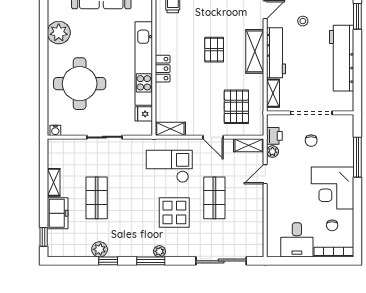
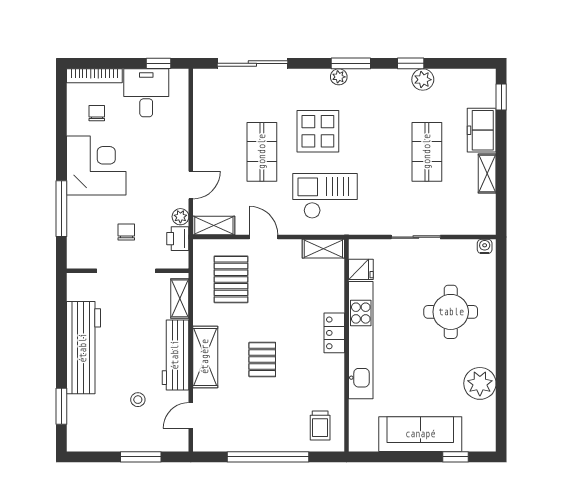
round table: (80, 84) -> (451, 312), width x0.73, depth x0.73
checkout: (169, 166) -> (325, 196), turned 180
window: (288, 261) -> (159, 63), added

